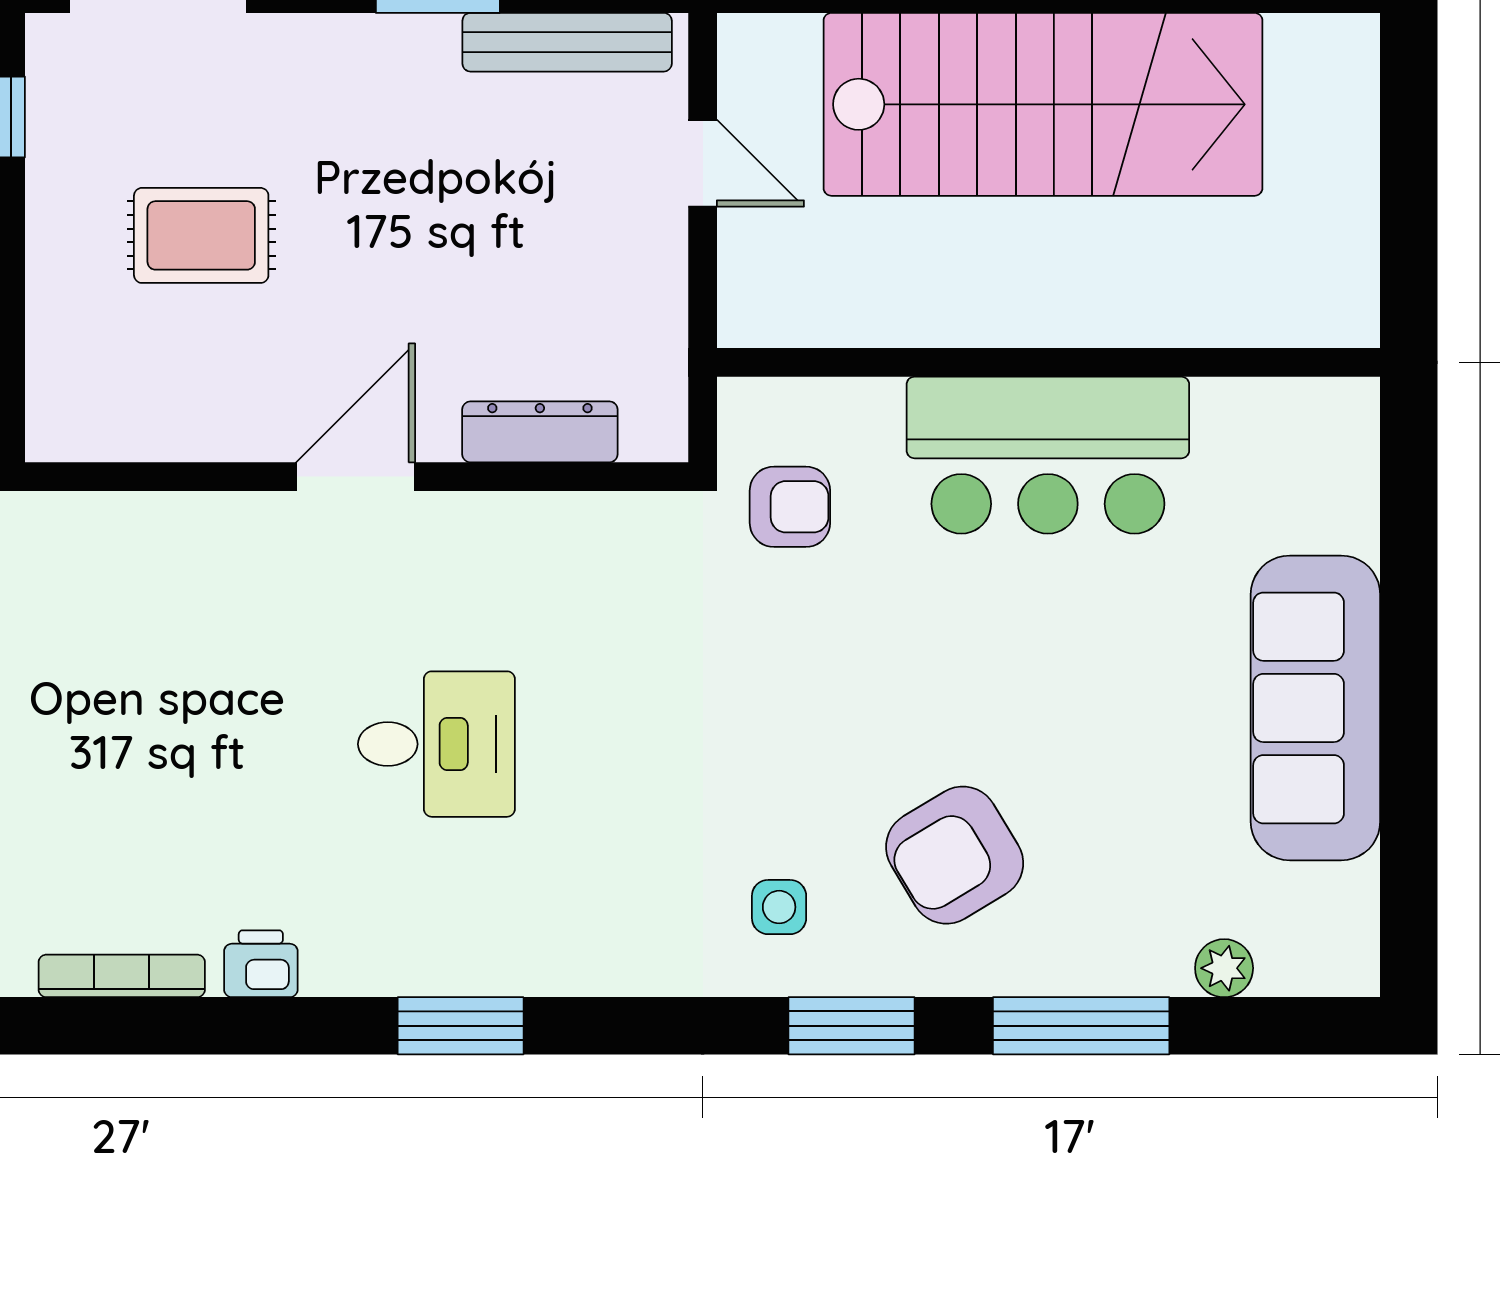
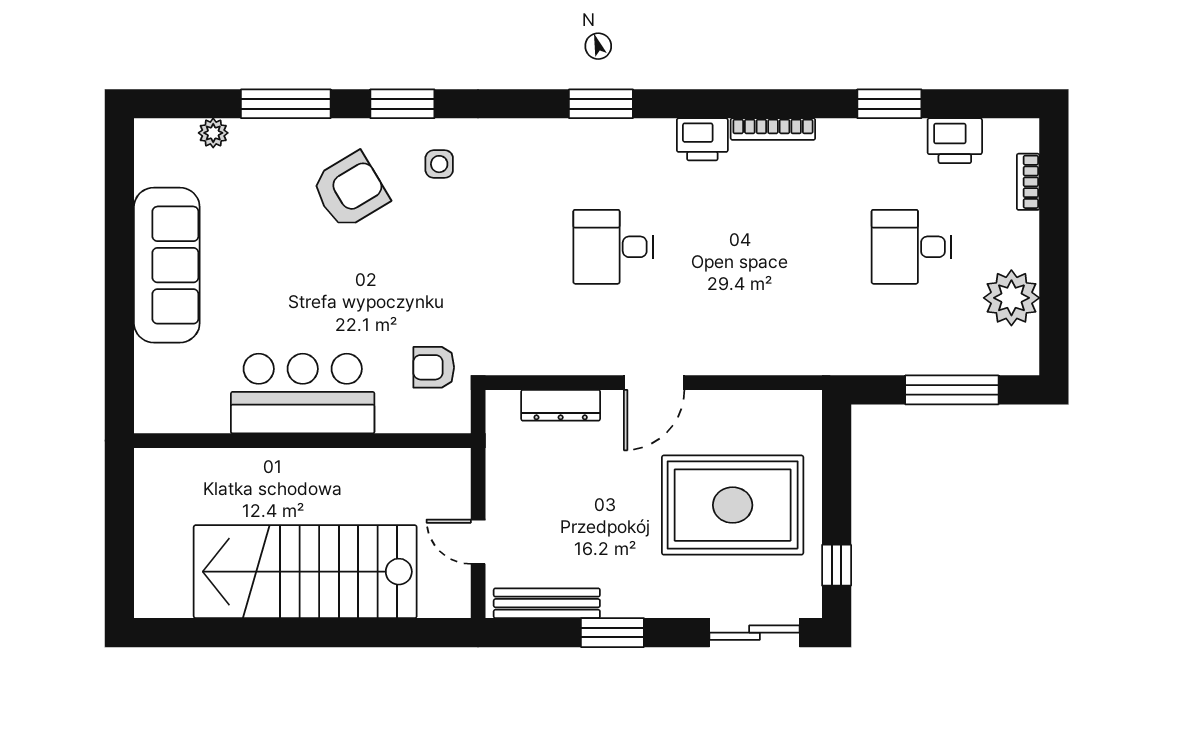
rug: (201, 235) -> (733, 505), width x1.86, depth x2.06
printer: (261, 964) -> (702, 139), width x1.36, depth x1.24

